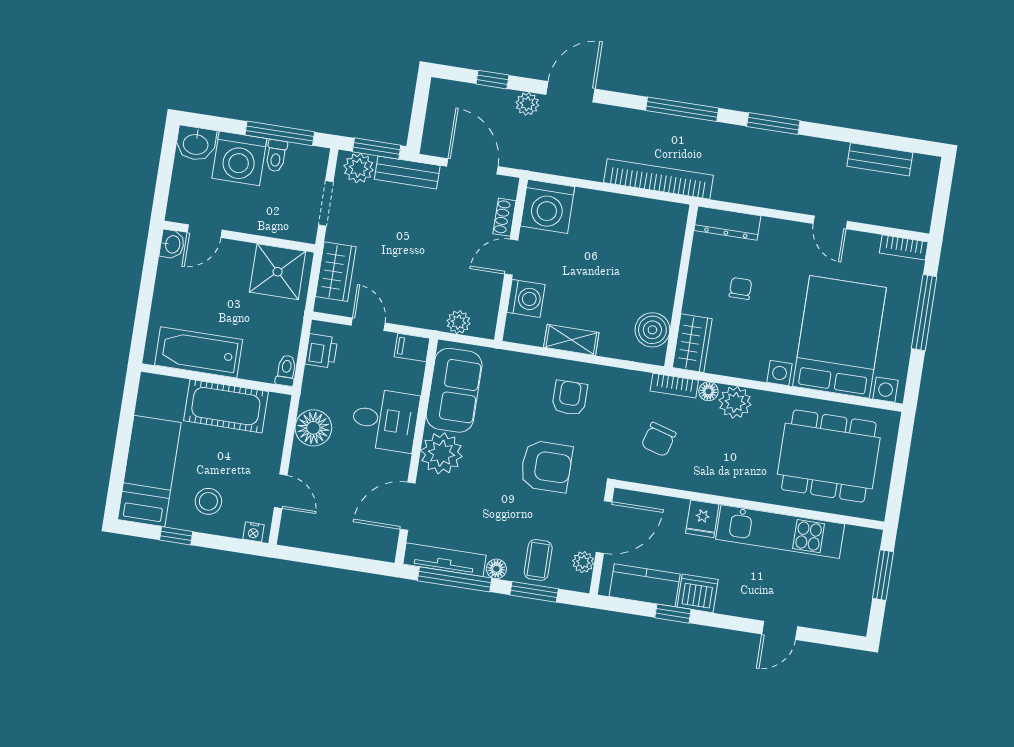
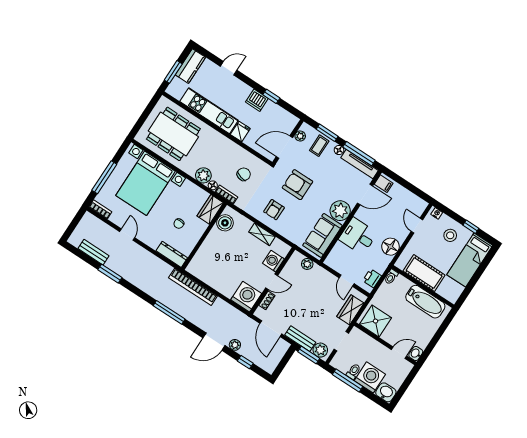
window: (773, 124) -> (110, 274), moved
filing cabinet: (412, 348) -> (384, 184), moved
kitchen counter: (645, 585) -> (190, 66), moved, turned -90

